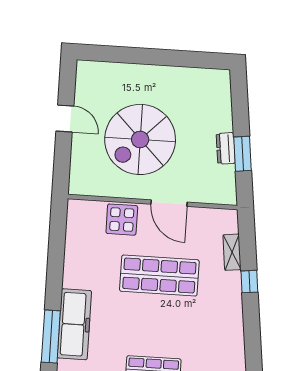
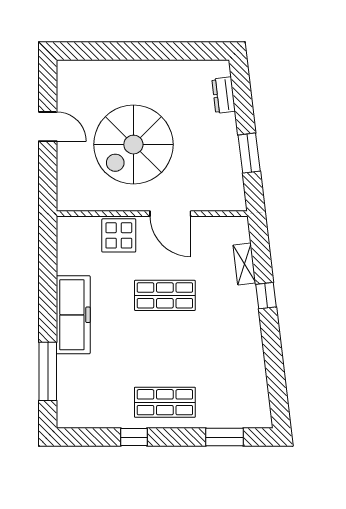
dresser: (226, 148) -> (224, 95), moved
shop shelf: (159, 276) -> (165, 295), width x0.70, depth x0.74
freezer: (74, 324) -> (73, 315), moved

